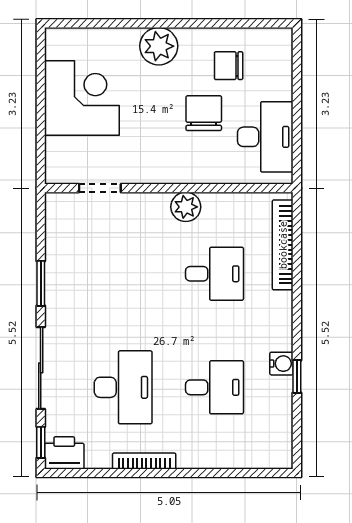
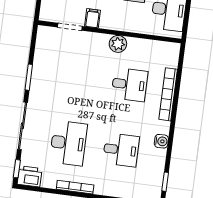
filing cabinet: (137, 169) -> (93, 18), added
bookcase: (283, 245) -> (168, 94), moved
window: (297, 376) -> (165, 182), moved

